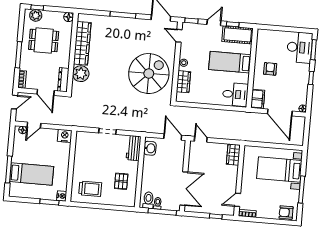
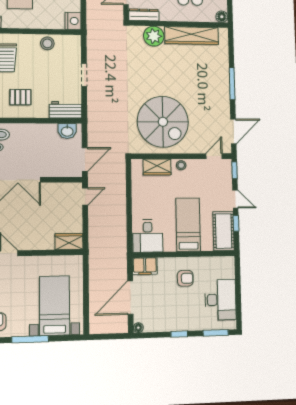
desk: (300, 47) -> (220, 300), moved, turned -90
stool: (81, 157) -> (47, 43), added

